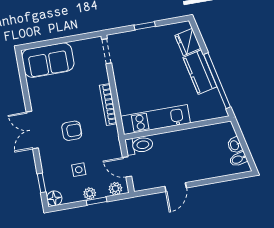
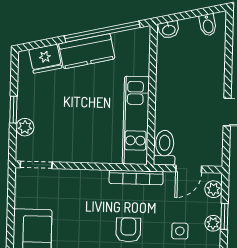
plant: (133, 37) -> (25, 127), added
bookcase: (108, 104) -> (136, 177), moved
washbasin: (235, 145) -> (169, 30), moved

